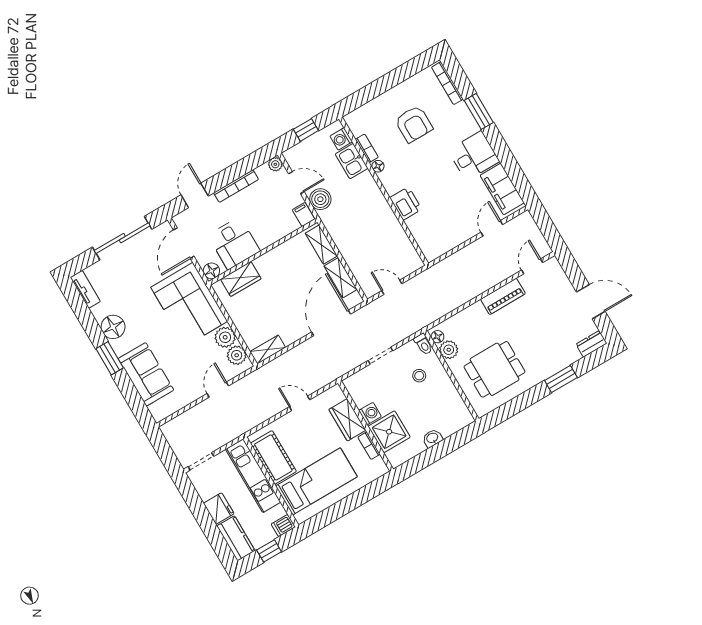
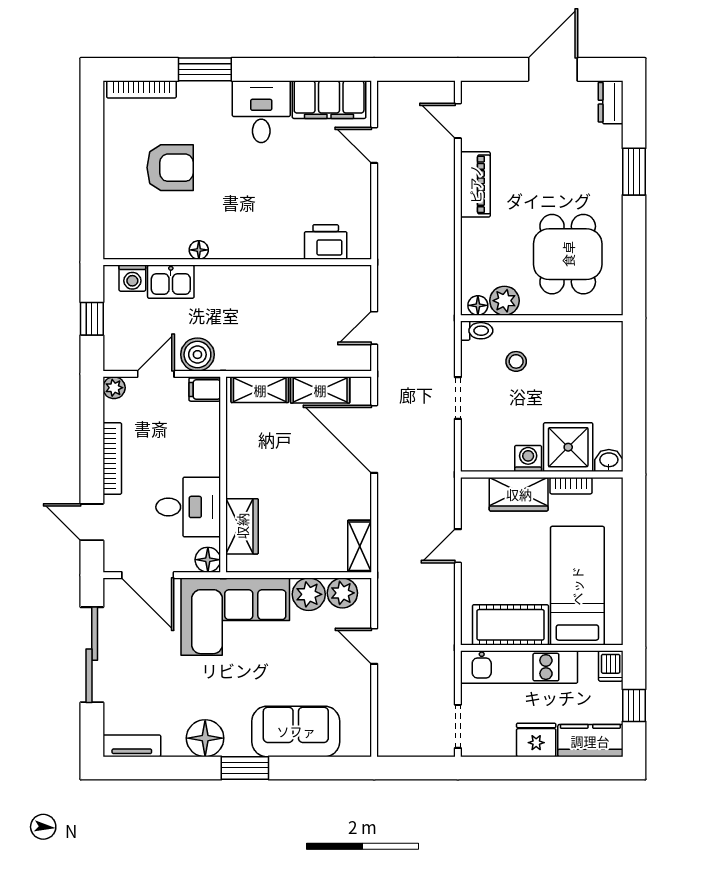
bookcase: (367, 148) -> (166, 251), removed
printer: (406, 203) -> (326, 242), moved
washbasin: (432, 438) -> (609, 460), moved, turned 90

